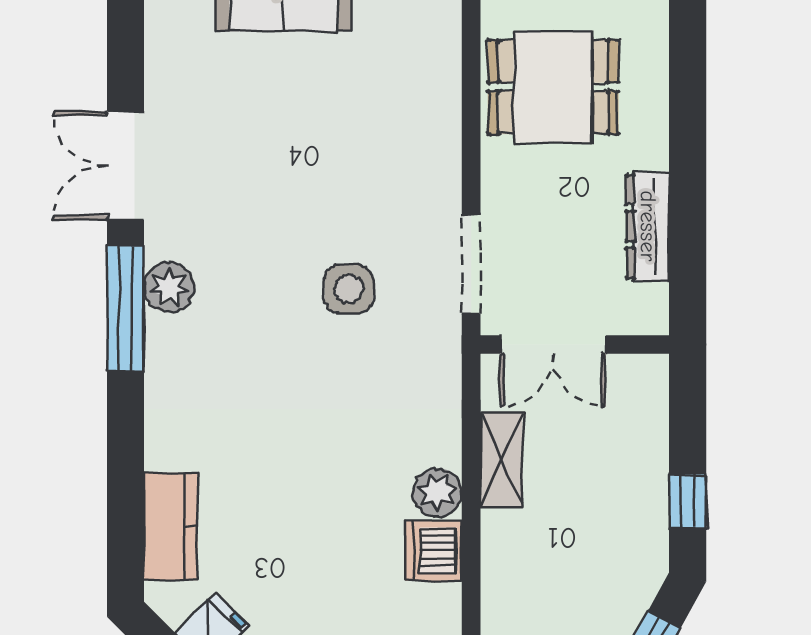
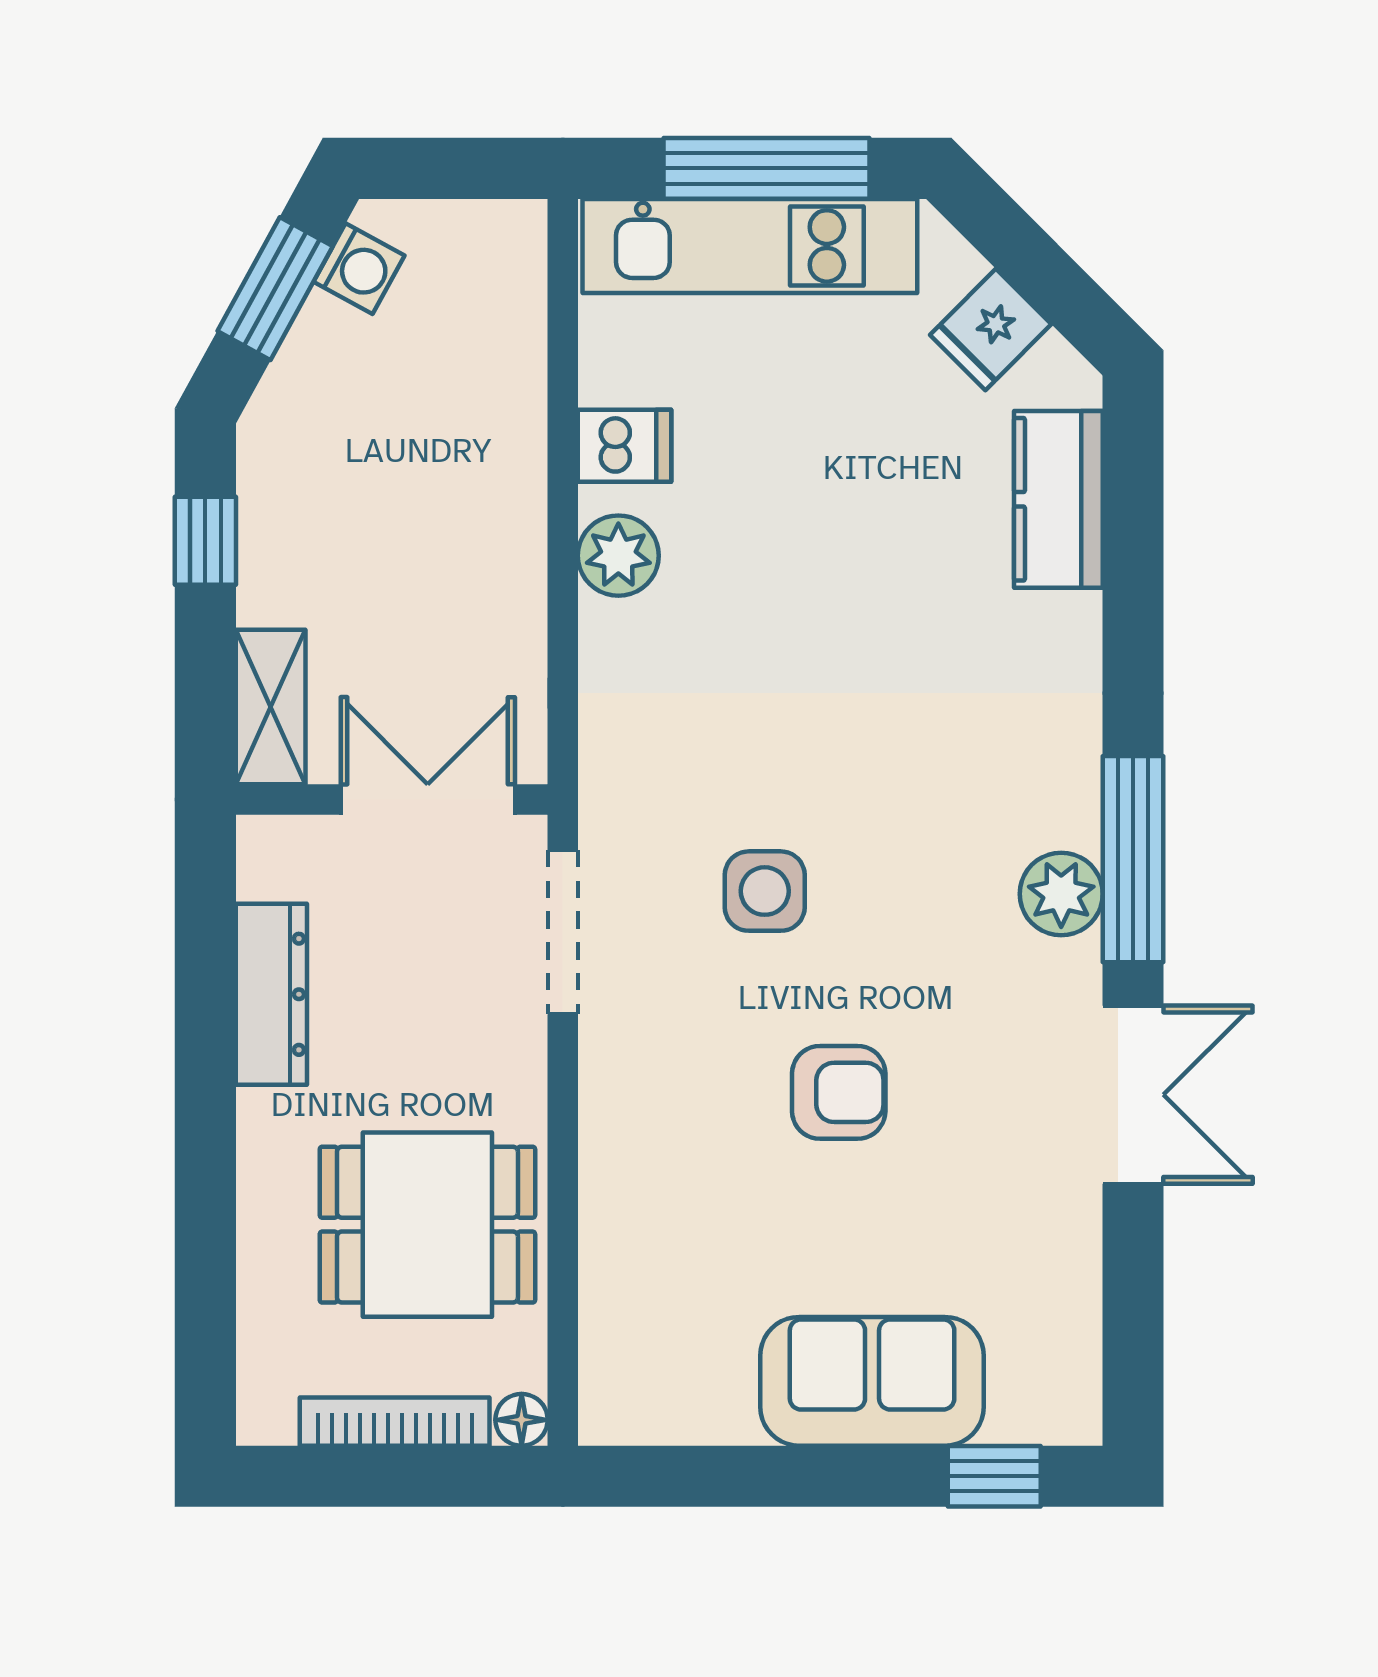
armchair: (304, 167) -> (839, 1092), added
shelving: (501, 460) -> (271, 707), moved
dishwasher: (434, 551) -> (625, 446), width x0.73

